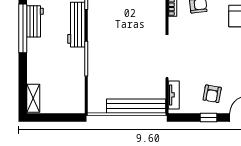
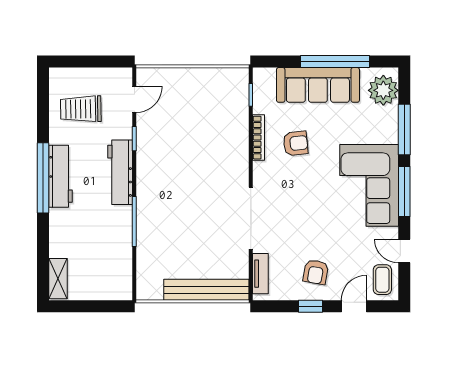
workbench: (35, 21) -> (61, 176), width x1.38

